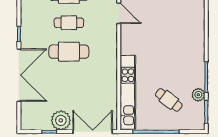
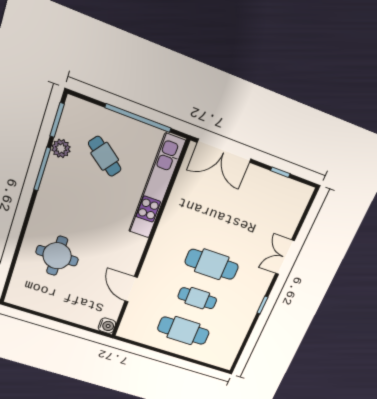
round table: (178, 20) -> (57, 256), added
double door: (19, 75) -> (285, 257), width x0.54
plant: (61, 120) -> (259, 182), removed

